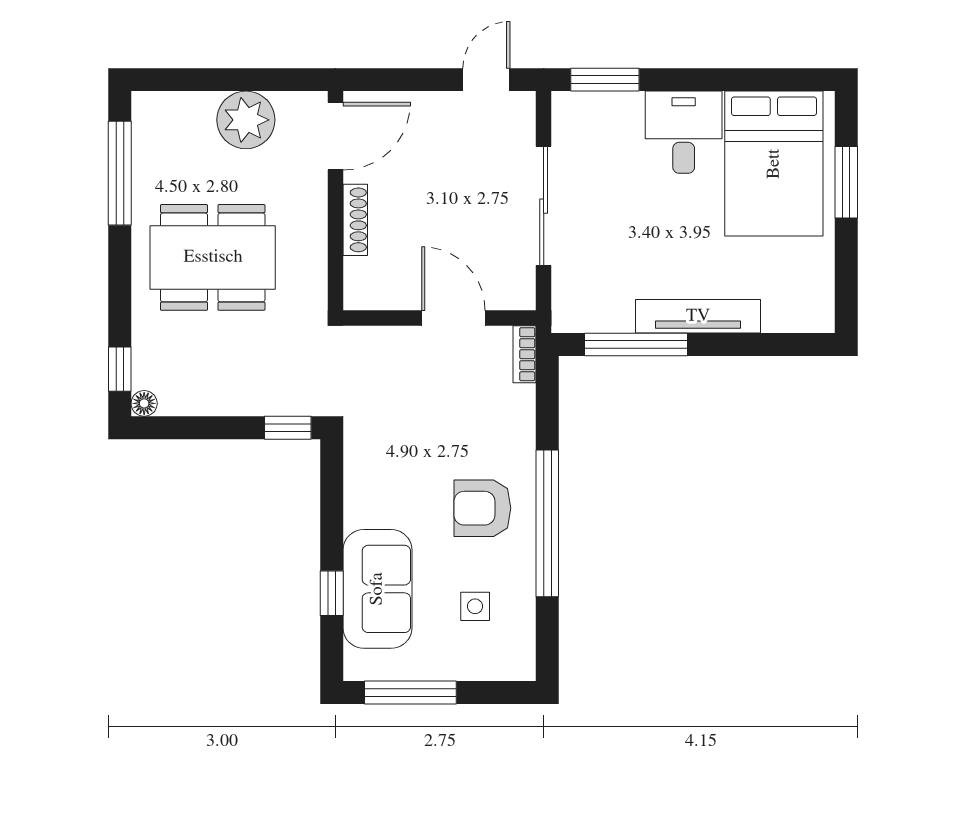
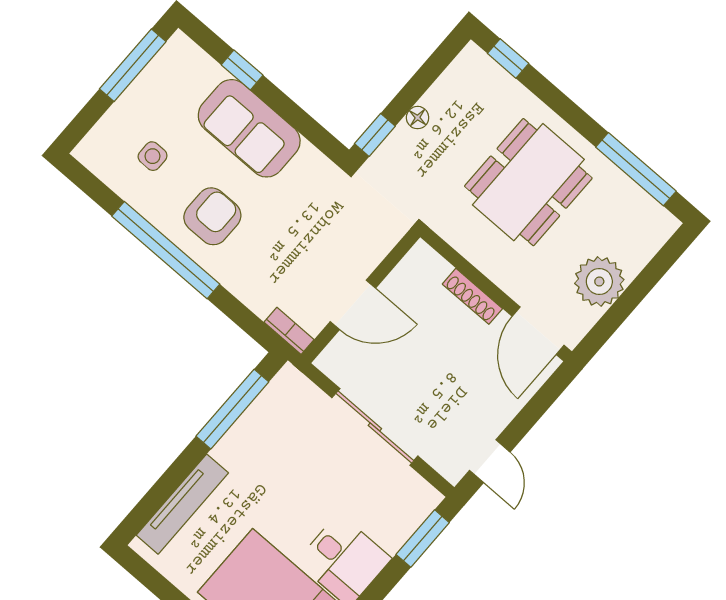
tv unit: (698, 316) -> (182, 504), moved
floor lamp: (144, 403) -> (418, 118), moved
sofa: (377, 589) -> (249, 128), moved

